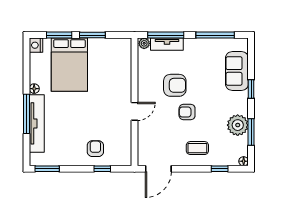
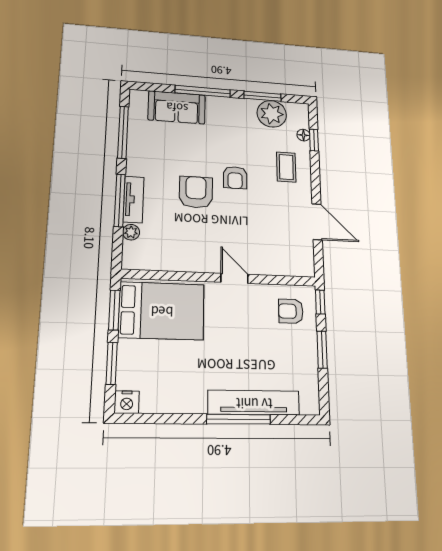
bed: (69, 65) -> (162, 311), moved
floor lamp: (34, 89) -> (198, 406), removed
window: (251, 89) -> (203, 91), width x2.17
wall: (134, 102) -> (220, 278), moved
door: (134, 111) -> (234, 278), moved
plant: (238, 125) -> (272, 114), moved
floor lamp: (244, 161) -> (304, 135), moved
window: (47, 169) -> (322, 350), moved

